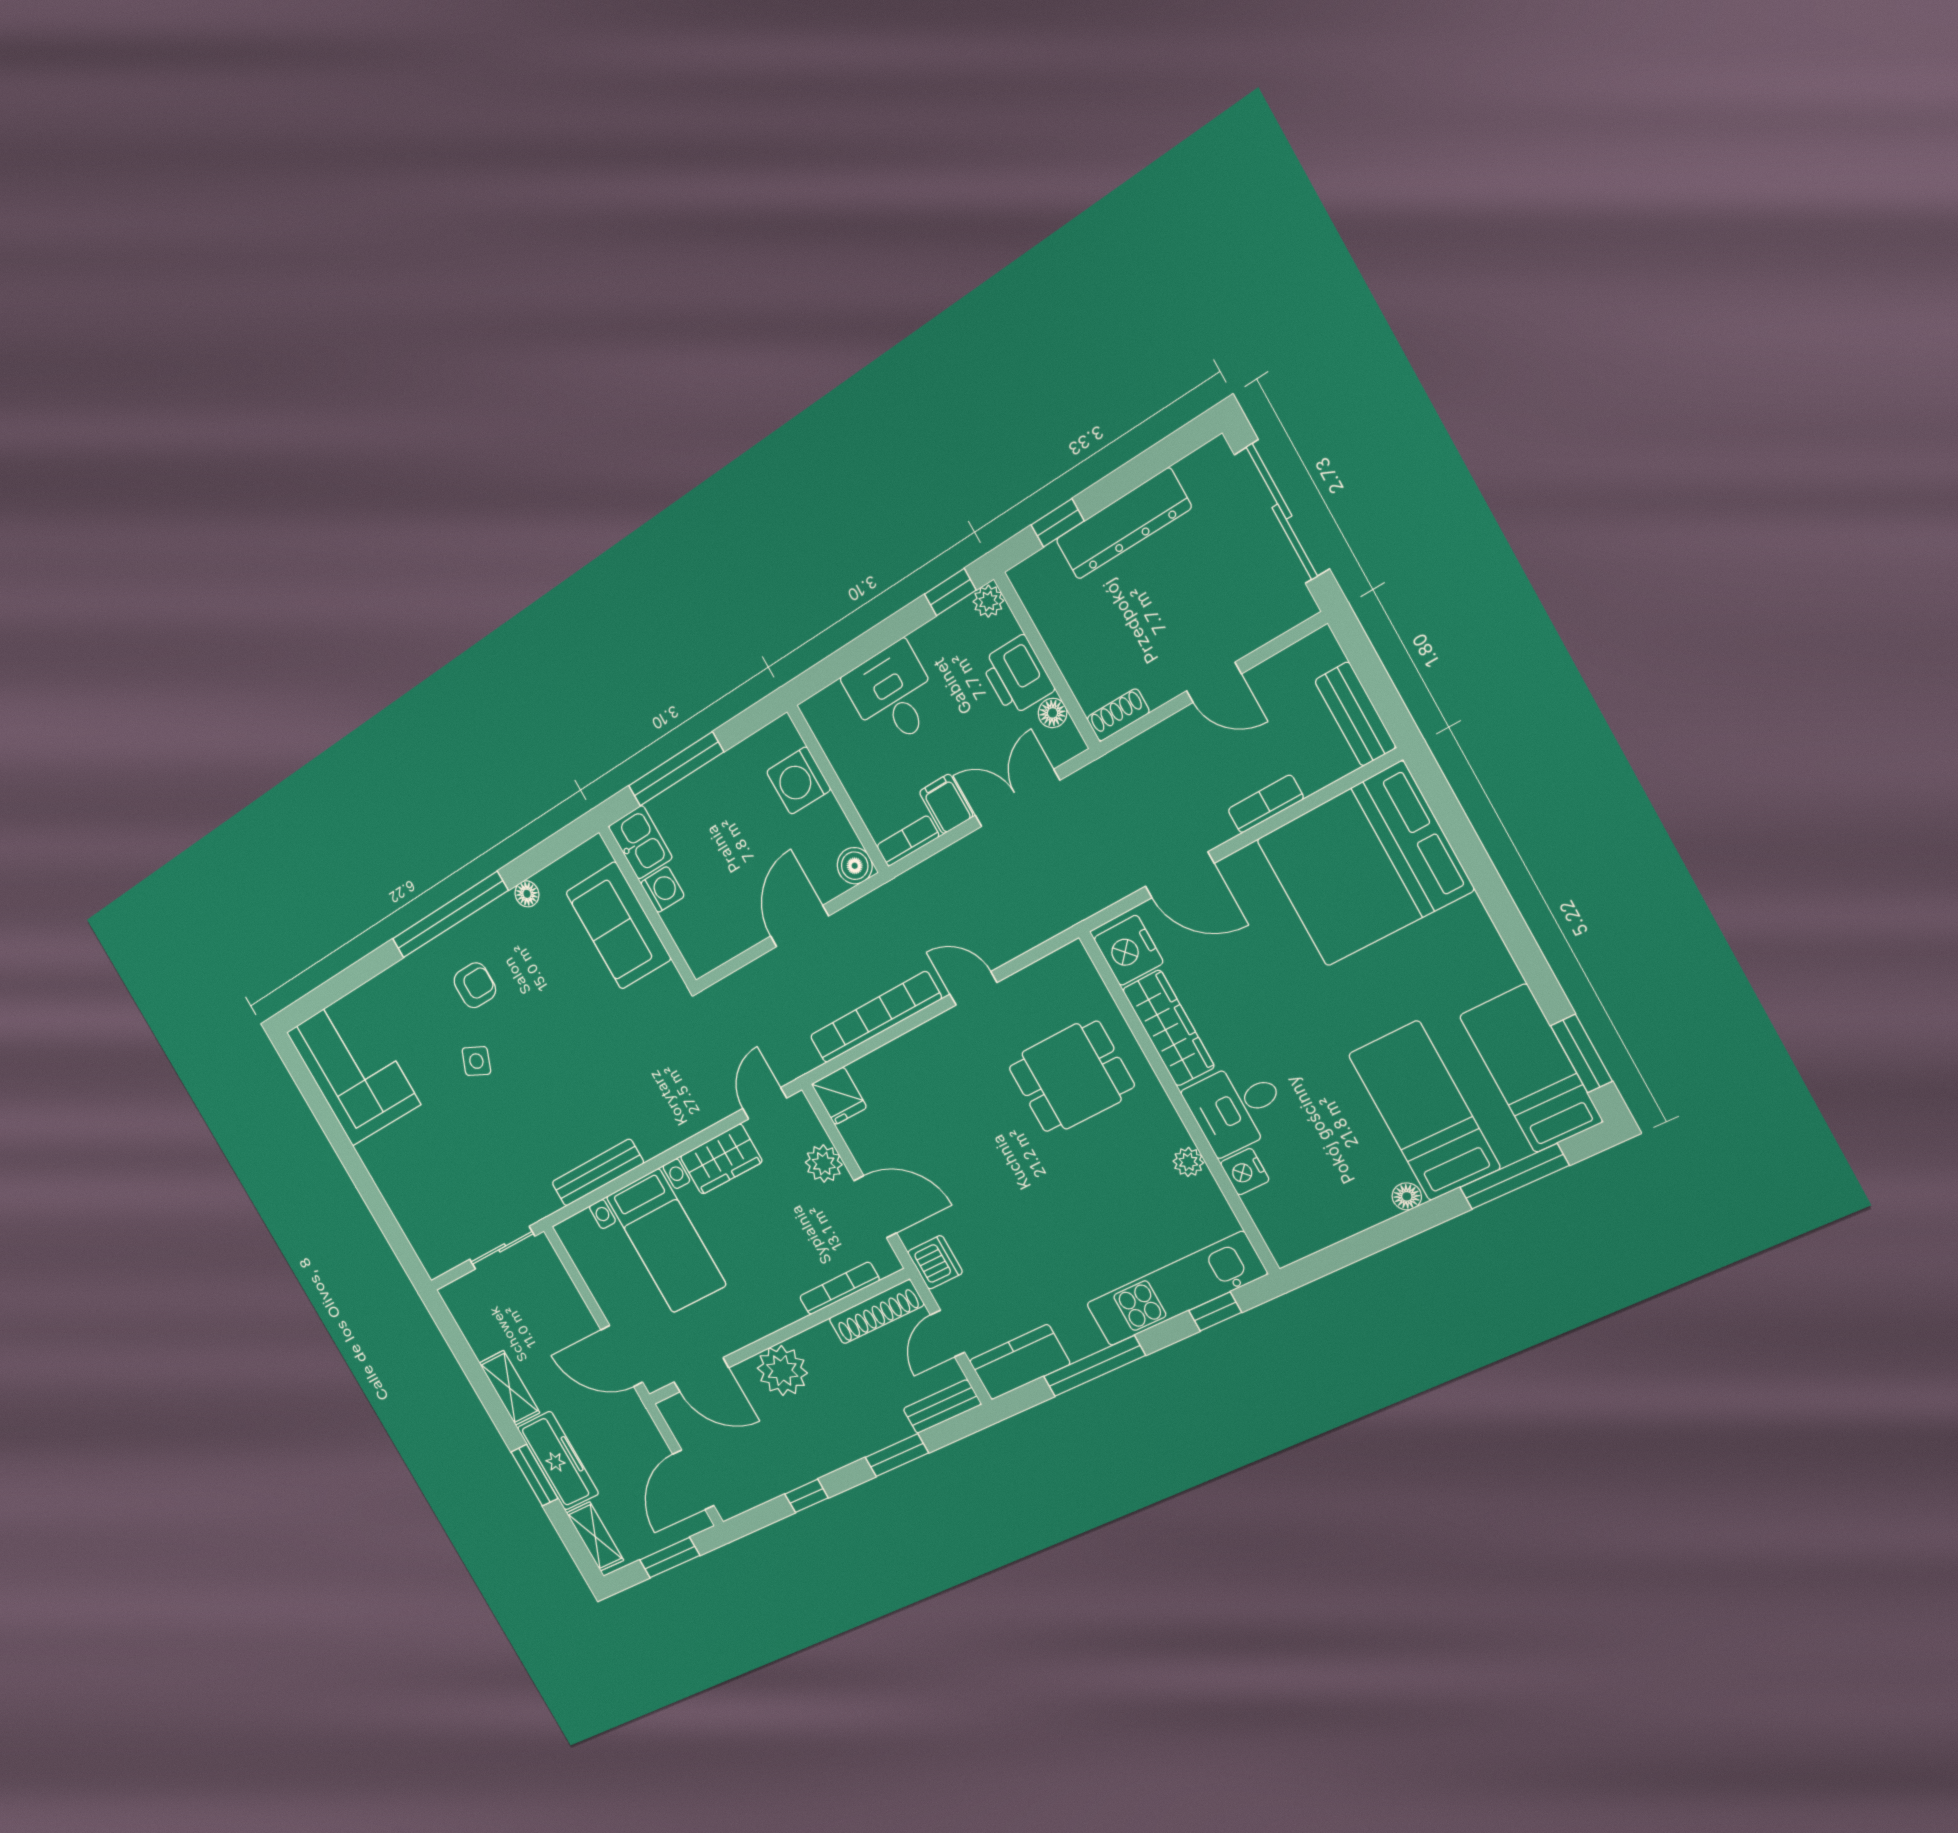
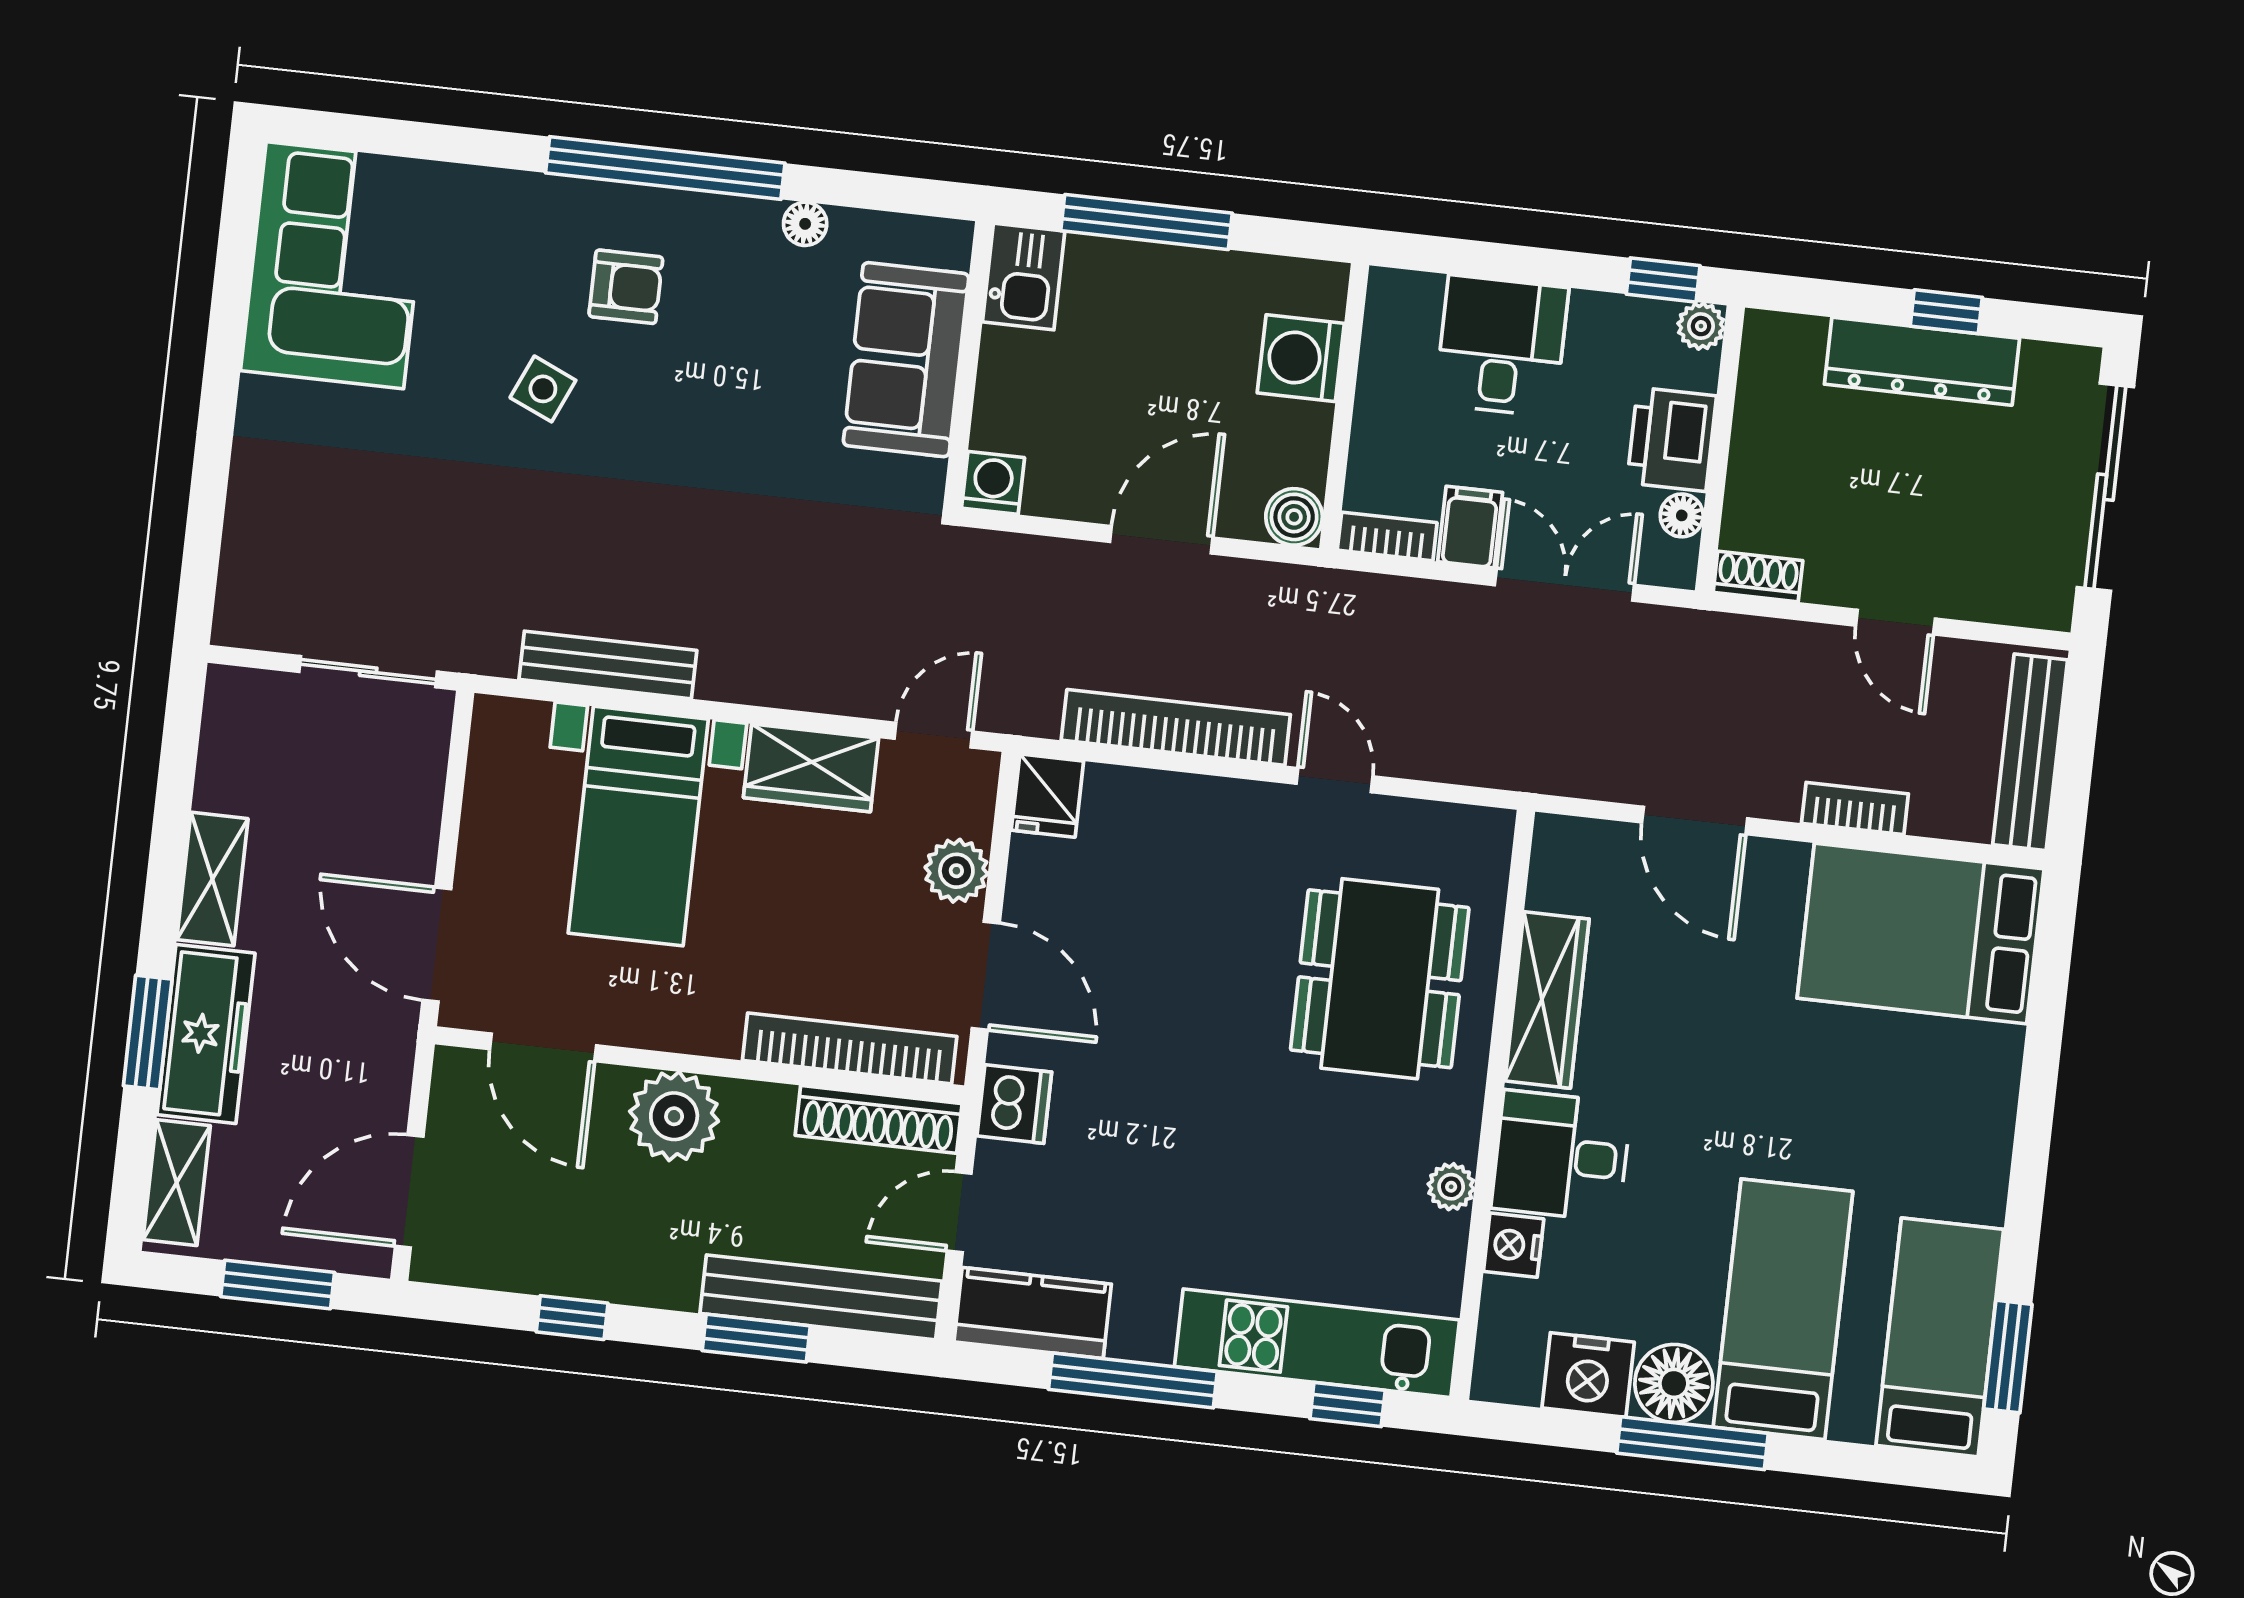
window: (1058, 523) -> (1946, 312), moved
bench: (1355, 714) -> (2030, 752), width x1.36
bed: (1364, 865) -> (1921, 934), width x0.73
washing machine: (662, 889) -> (993, 483), moved, turned -90
nightstand: (1129, 950) -> (1588, 1375), moved, turned -90
dining table: (1071, 1077) -> (1380, 979), width x1.38
window: (1514, 1176) -> (1693, 1443), moved
floor lamp: (1407, 1196) -> (1674, 1383), width x1.89, depth x1.89
bookcase: (839, 1288) -> (850, 1048), width x1.48, depth x1.31
bench: (942, 1407) -> (821, 1297), width x1.86, depth x1.21

